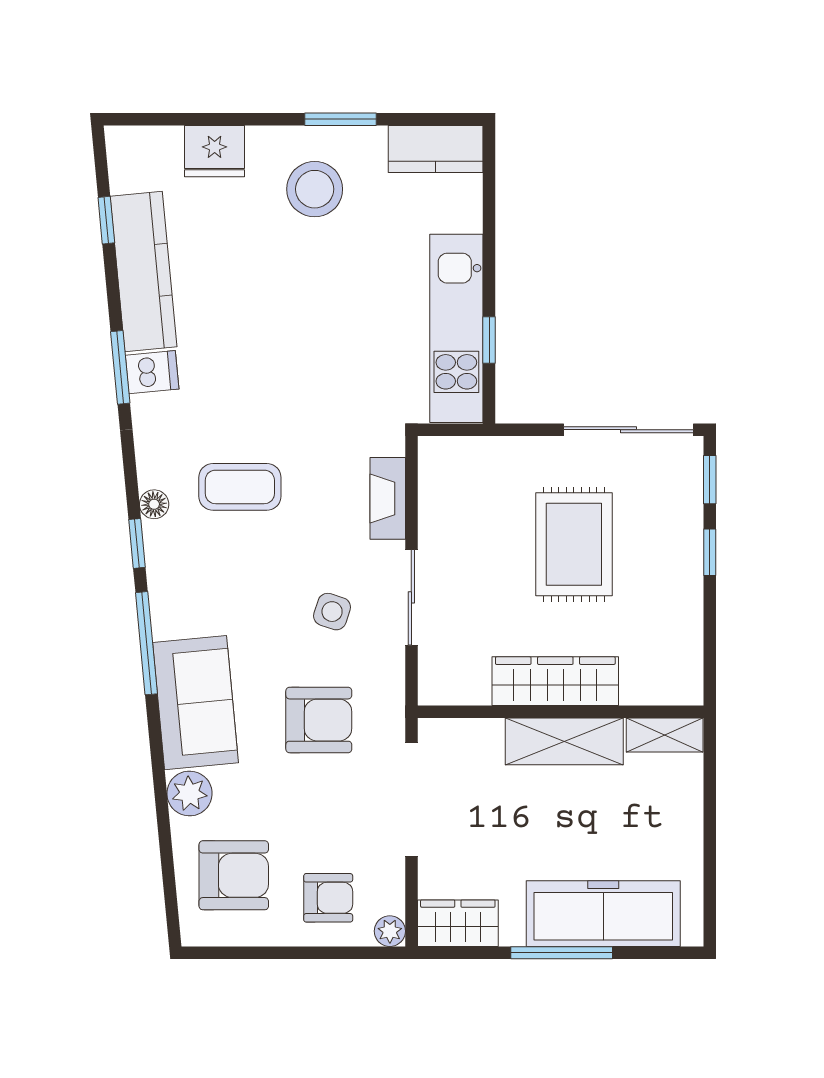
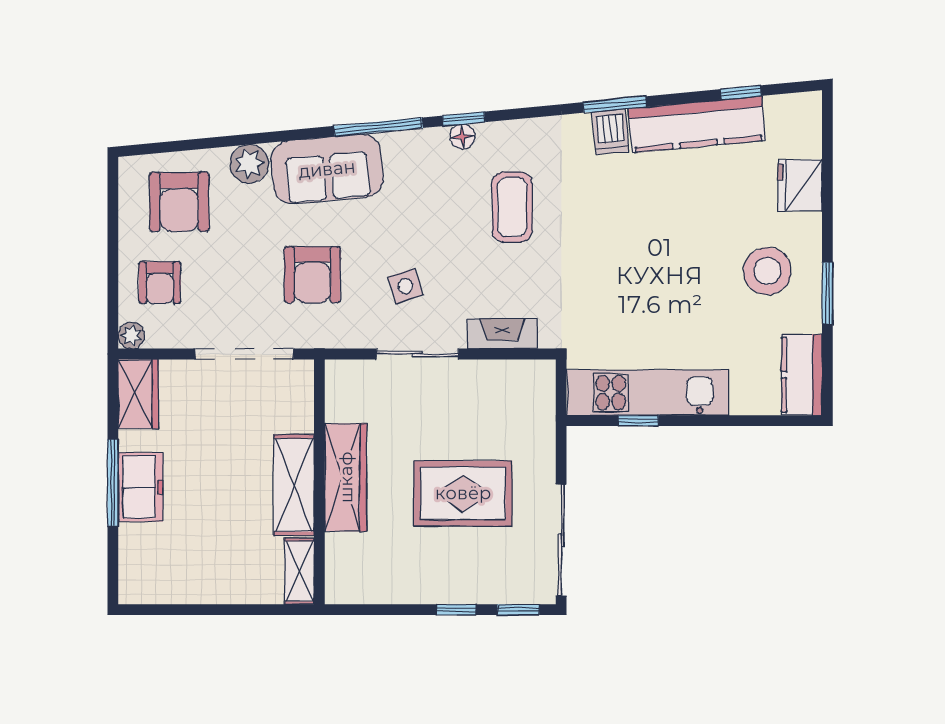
floor lamp: (154, 504) -> (462, 137), moved
side table: (332, 612) -> (405, 286), turned -36
freezer: (603, 914) -> (140, 487), width x0.52, depth x0.79

